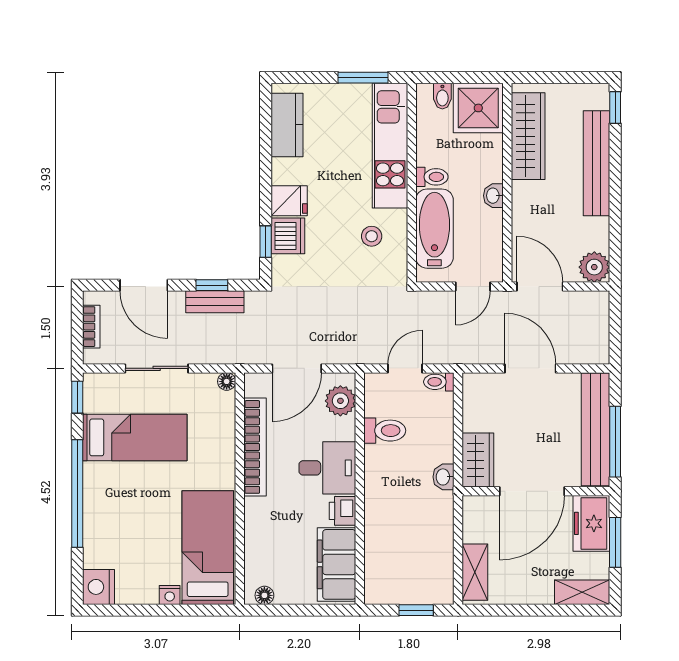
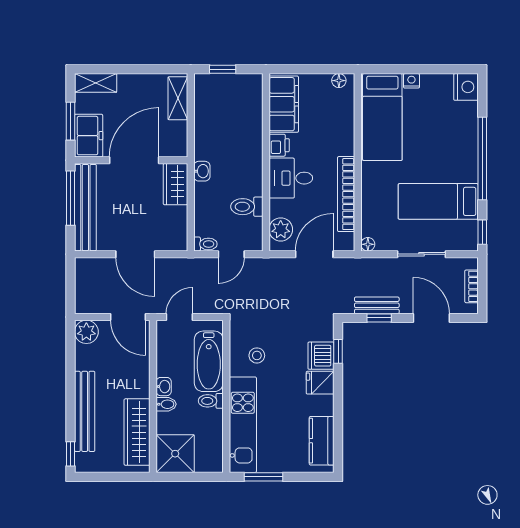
bidet: (442, 96) -> (166, 404), moved, turned 90

